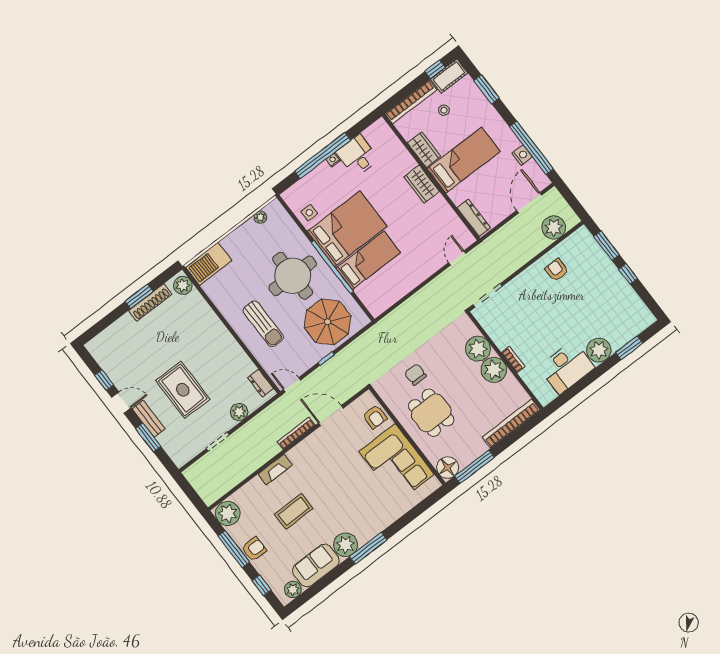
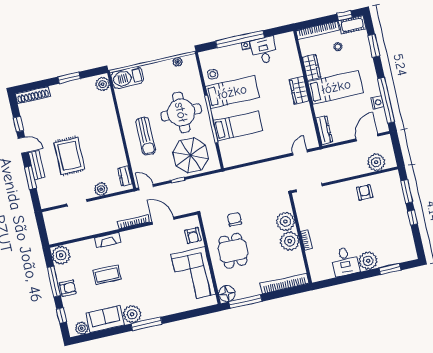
bed: (347, 229) -> (232, 92), width x0.67
shoe rack: (150, 302) -> (33, 95), moved
desk: (567, 367) -> (345, 261), width x0.73

